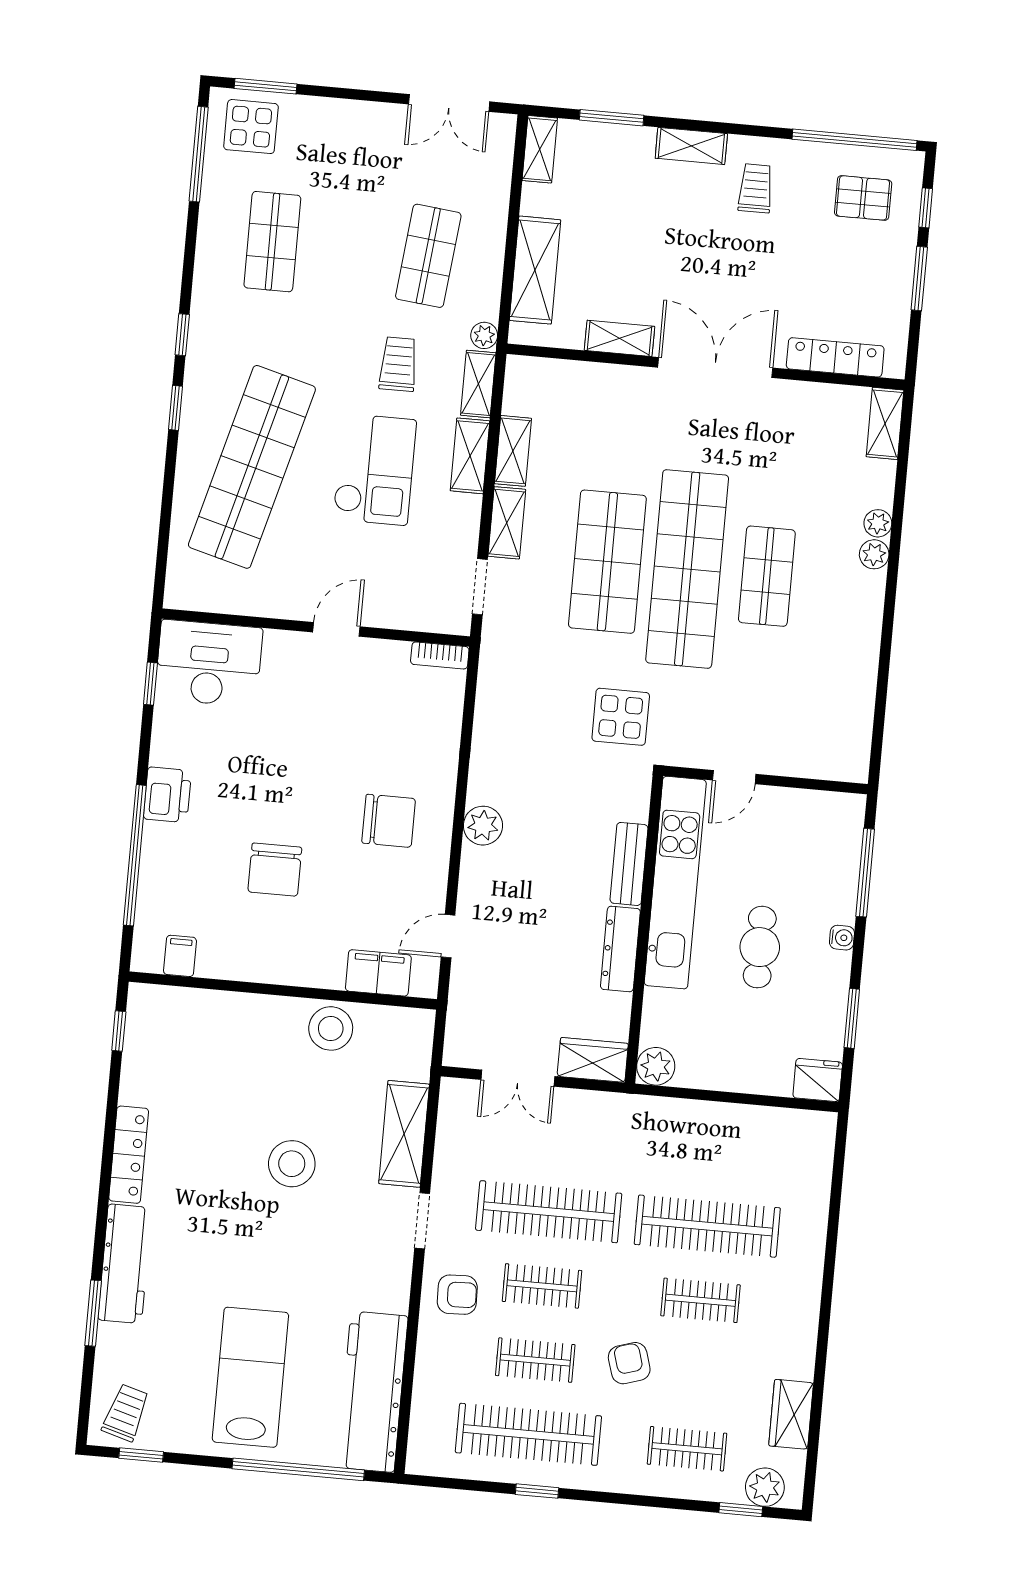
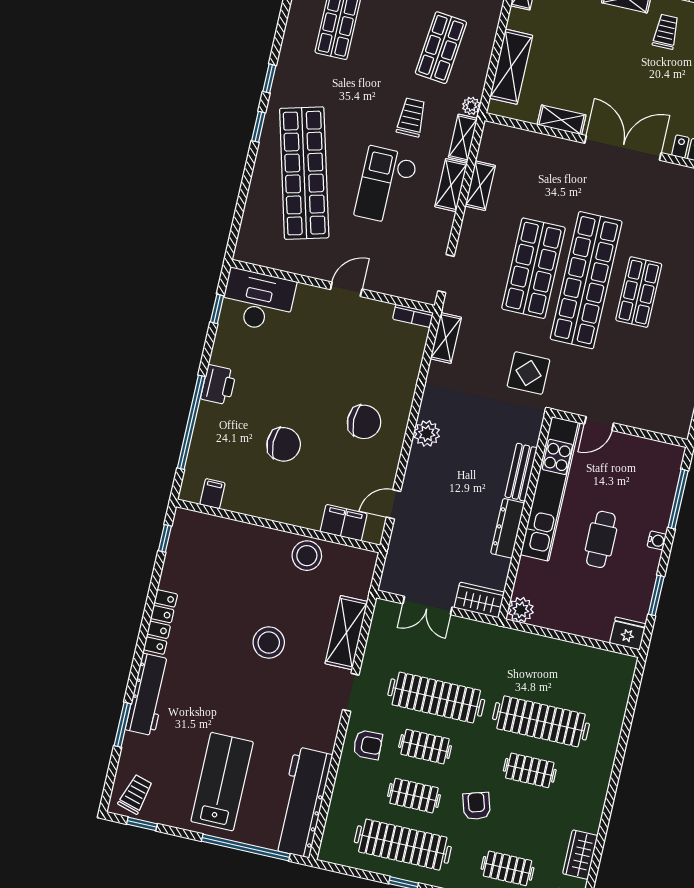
shop shelf: (252, 467) -> (304, 173), turned -30
checkout: (375, 469) -> (386, 186), turned 180
shelving: (507, 523) -> (446, 338), moved
chair: (275, 870) -> (284, 444), turned -90

